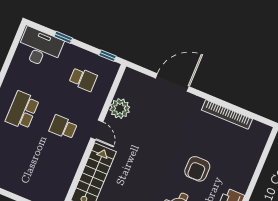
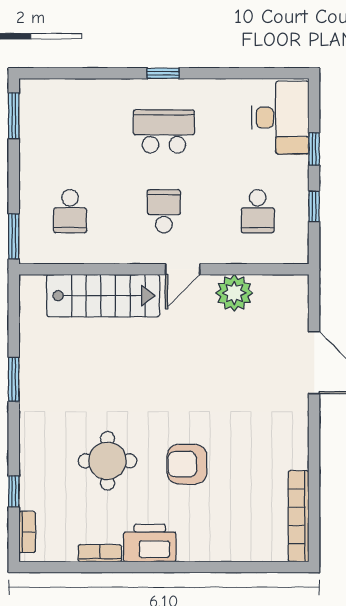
window: (108, 56) -> (314, 206), moved
bookcase: (227, 114) -> (299, 516), moved
school desk: (43, 175) -> (70, 211), added

